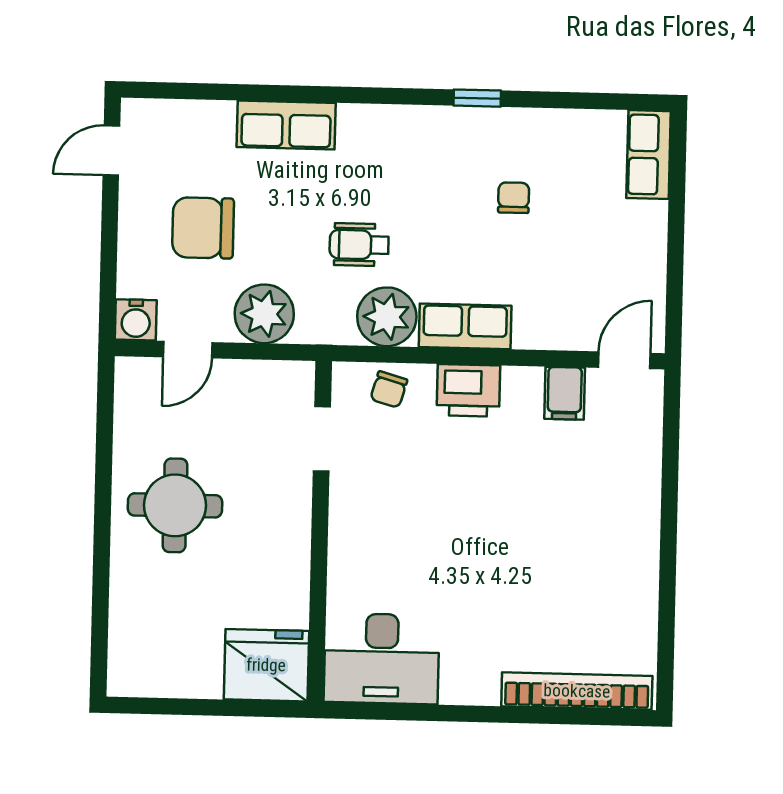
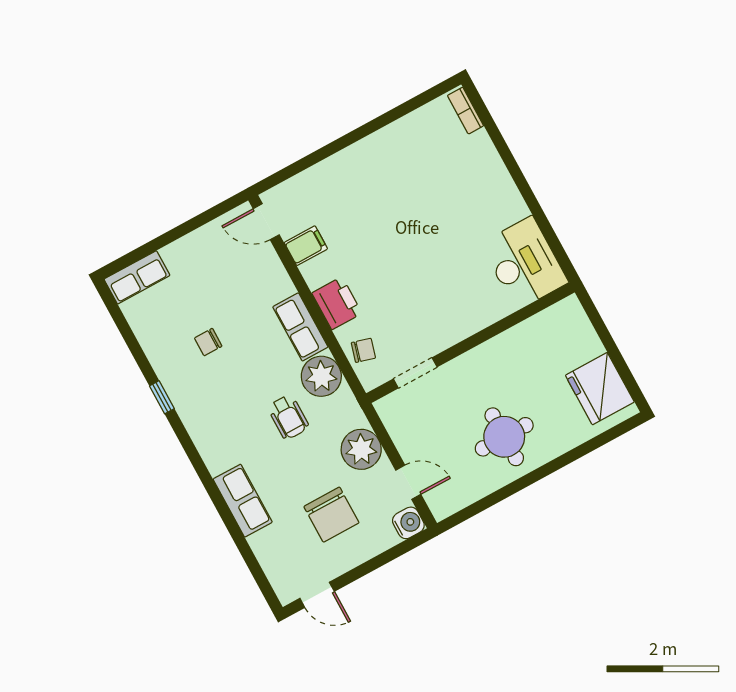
fridge: (266, 665) -> (600, 389), moved
bookcase: (577, 691) -> (466, 111), width x0.43, depth x0.76

